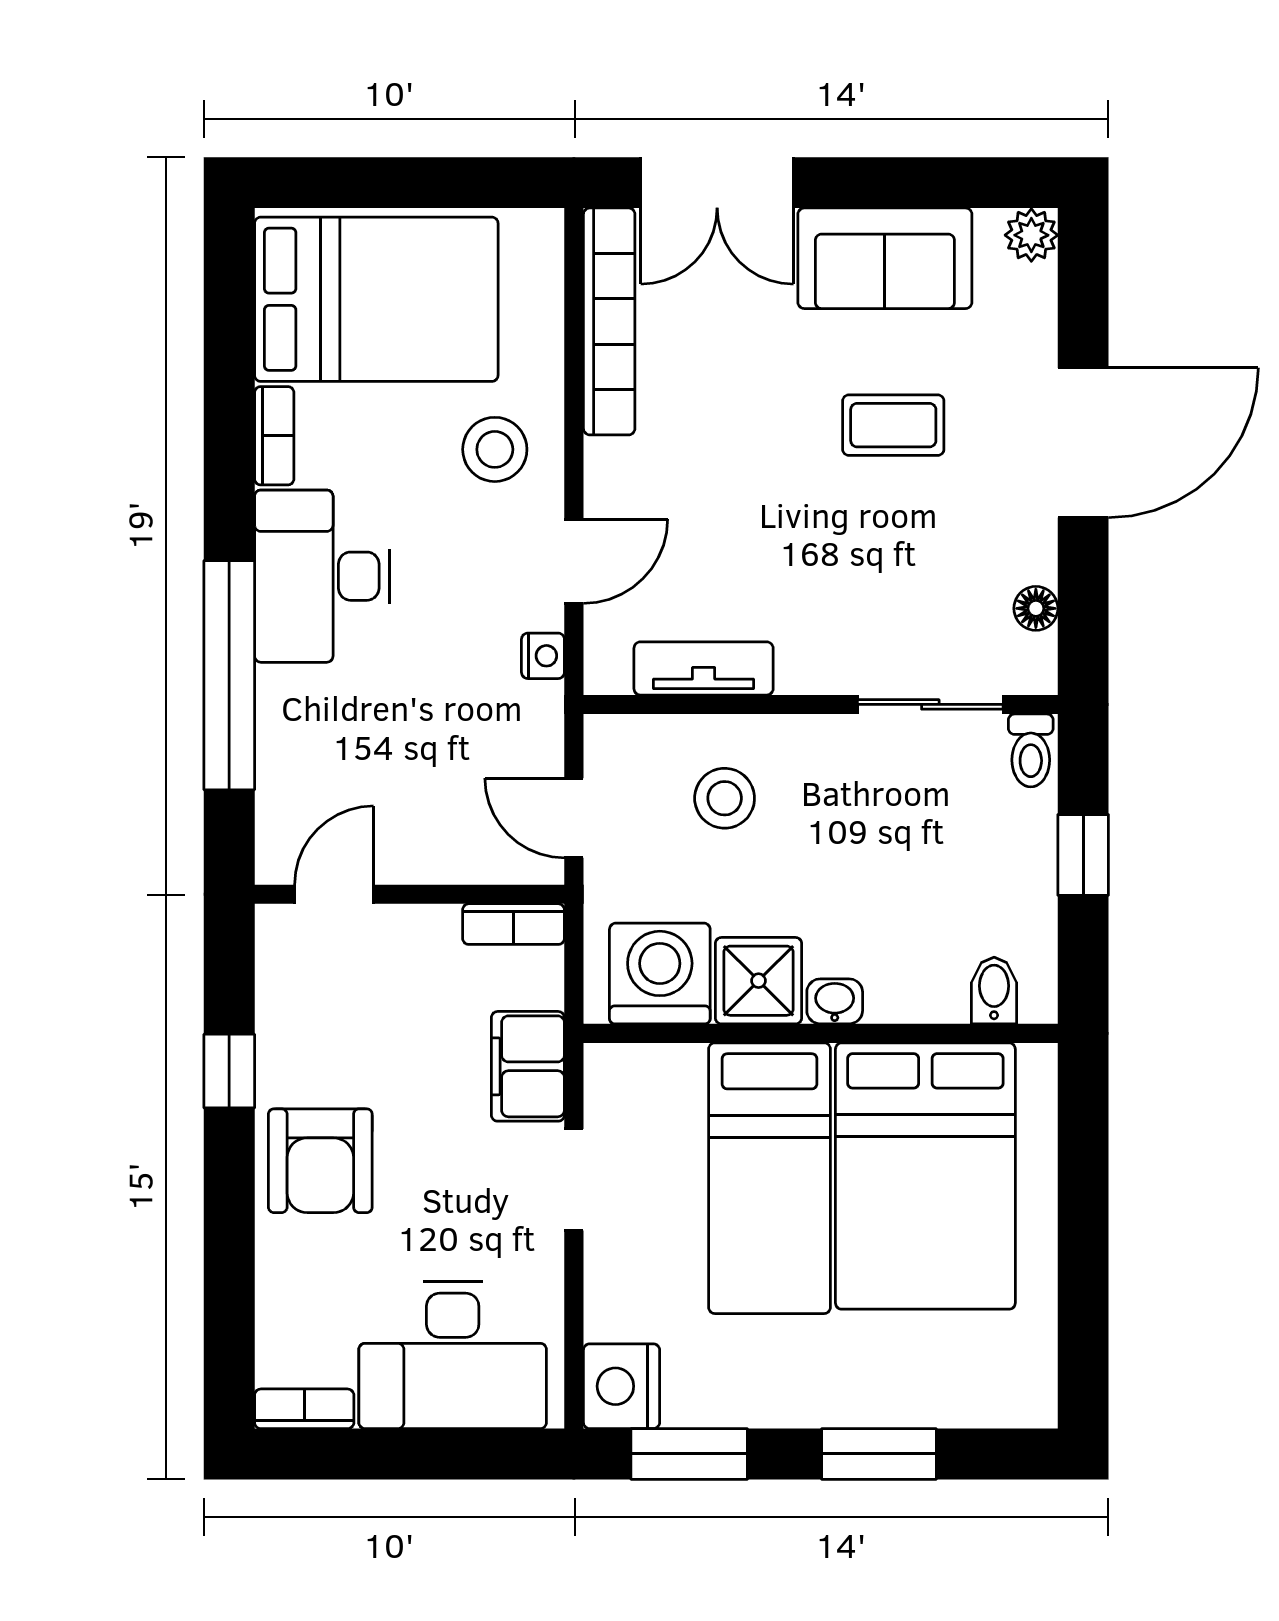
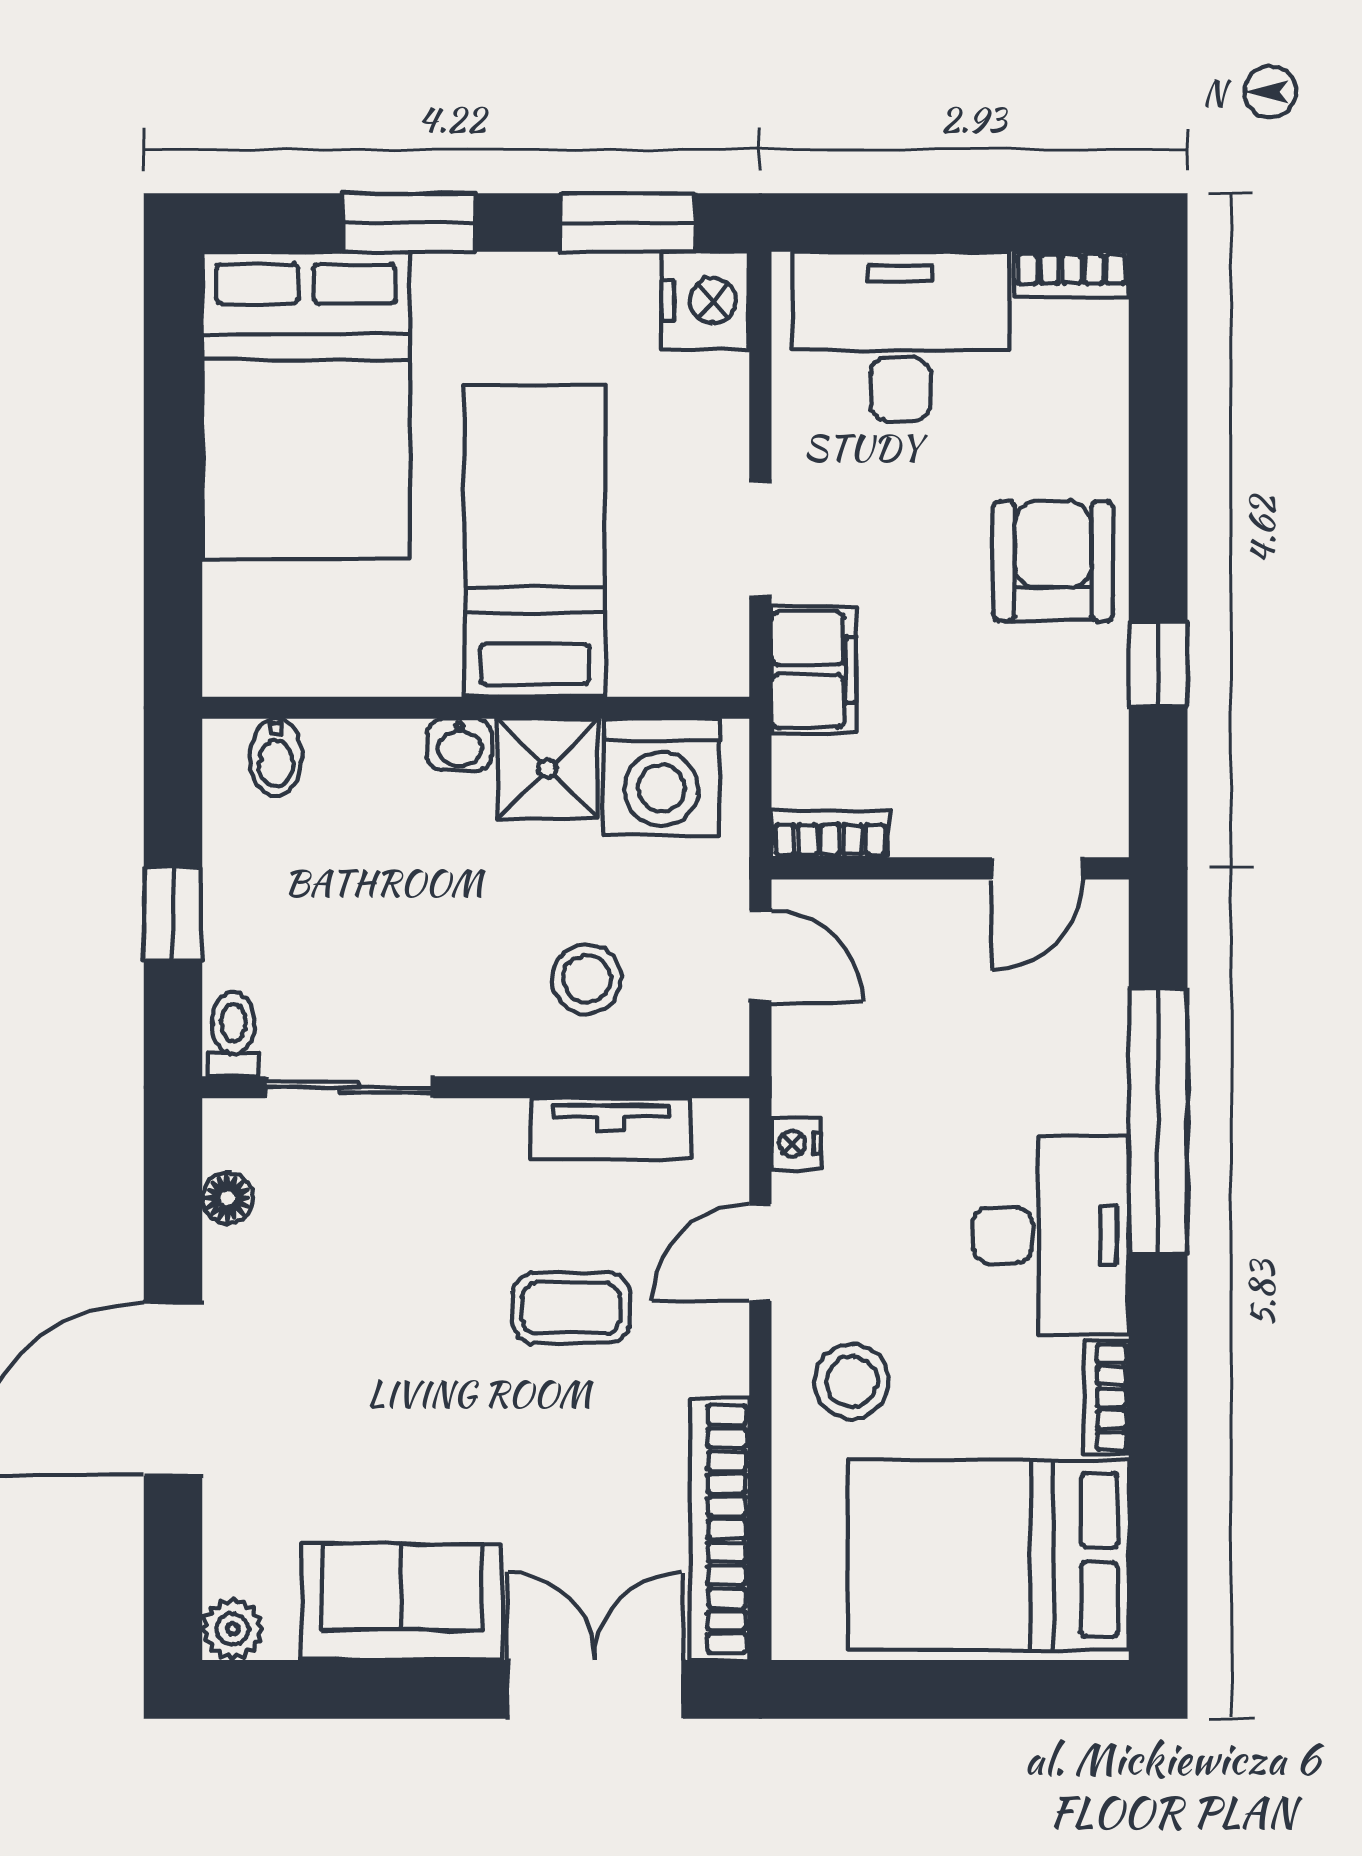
coffee table: (893, 425) -> (571, 1308), moved
bed: (925, 1176) -> (306, 405), moved, turned 180

